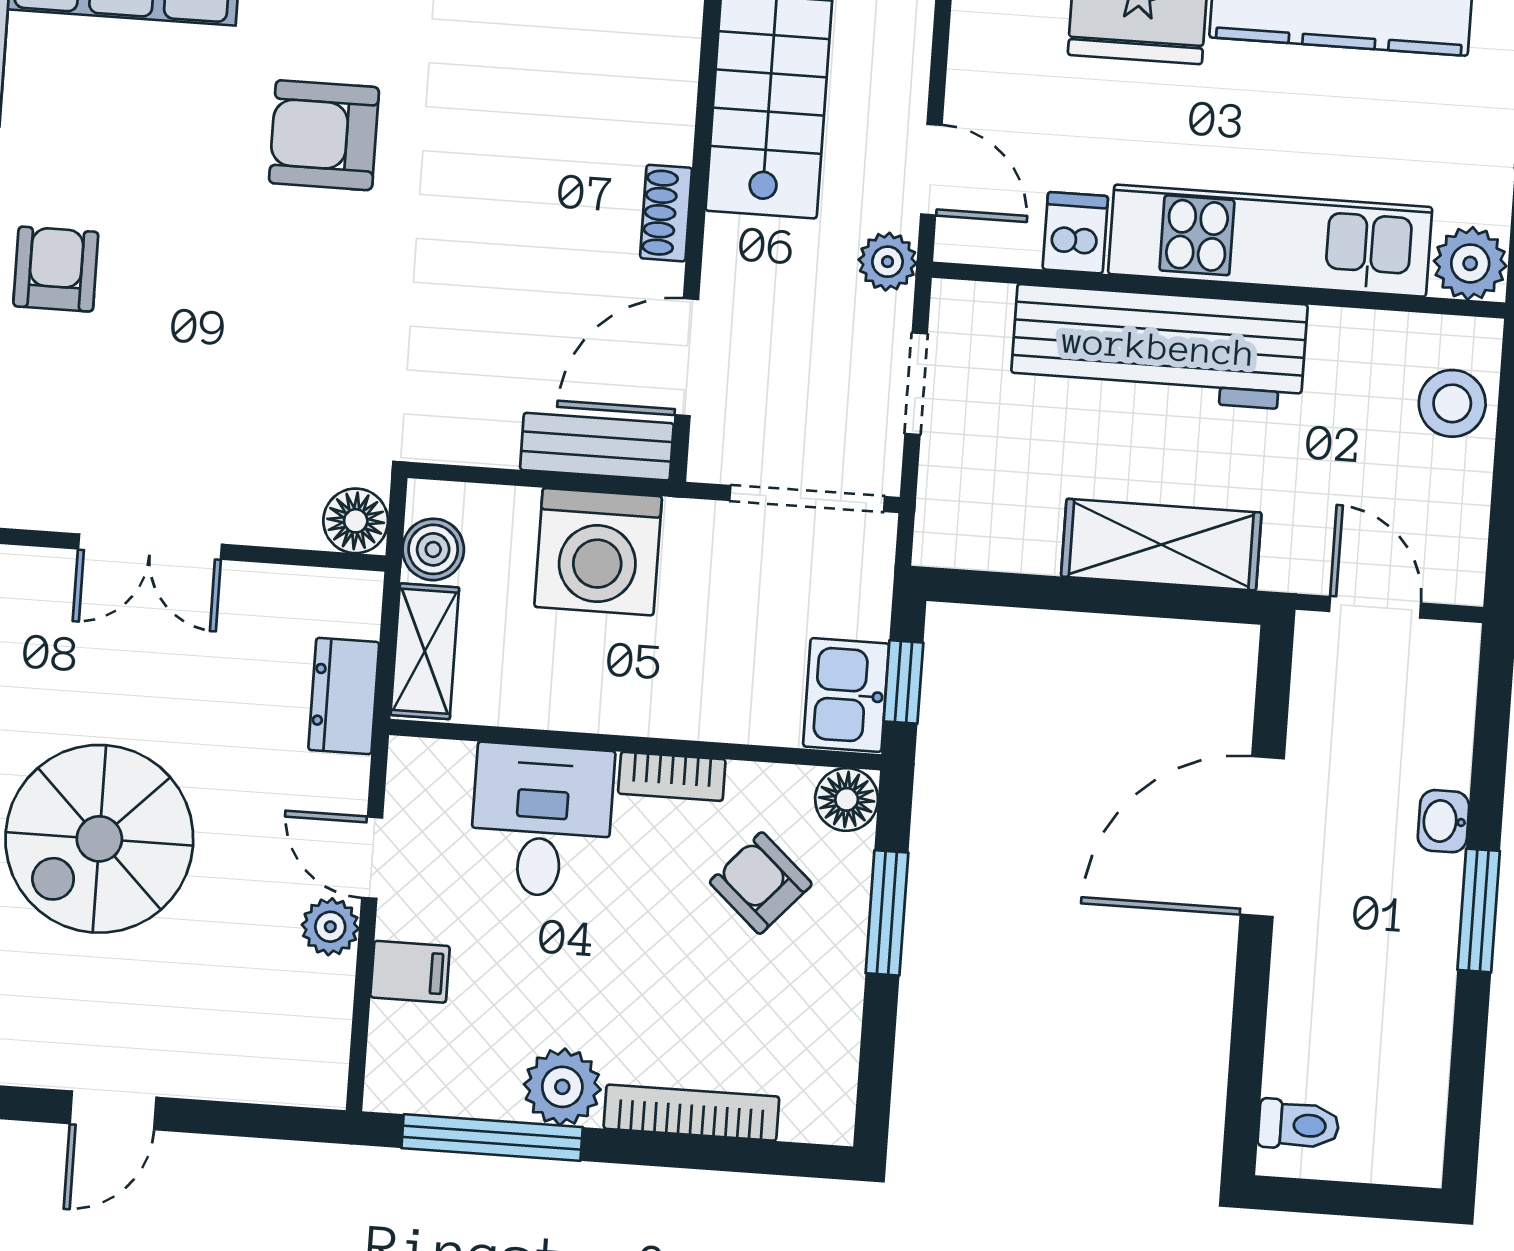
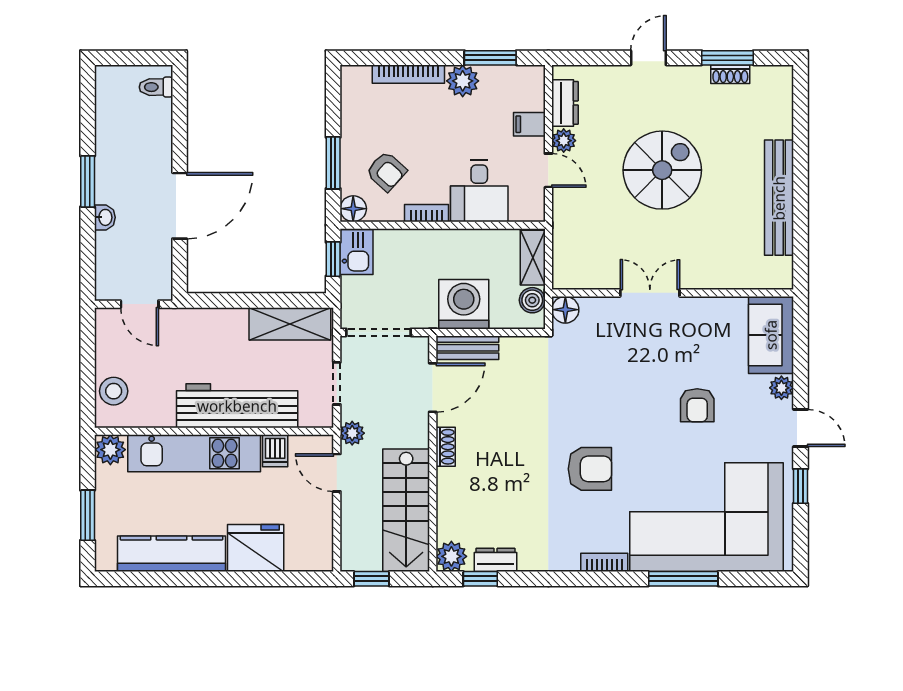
shelving: (1161, 545) -> (290, 324), moved
dresser: (344, 696) -> (565, 103), moved
window: (492, 1138) -> (490, 58), width x0.69

